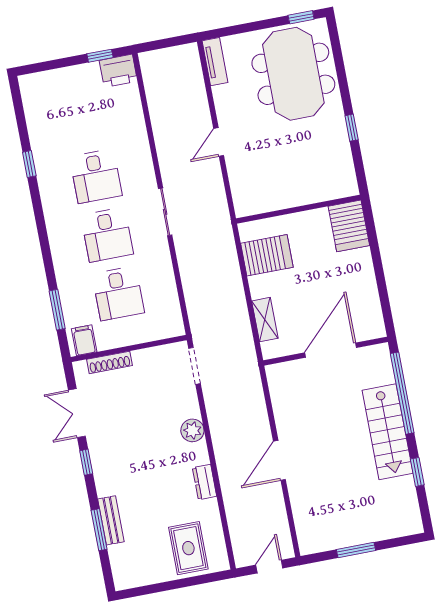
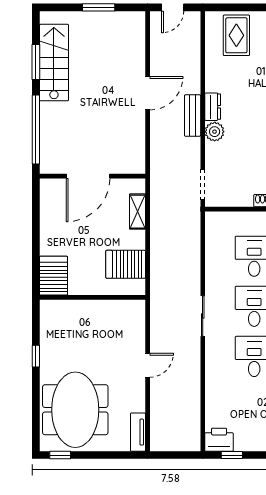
stairs: (388, 432) -> (54, 63), moved
bench: (222, 444) -> (193, 115), added
window: (417, 472) -> (36, 62), width x1.50
dresser: (205, 482) -> (213, 107), moved

